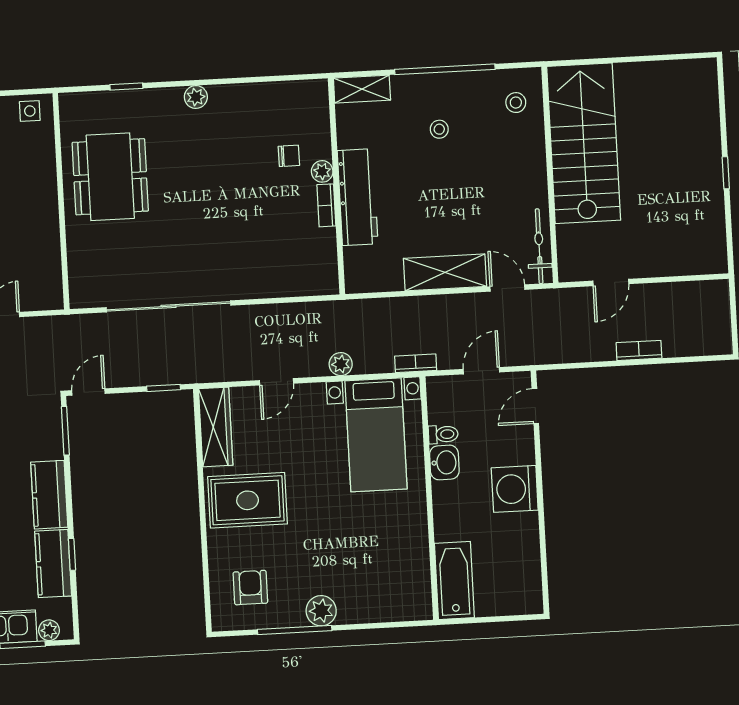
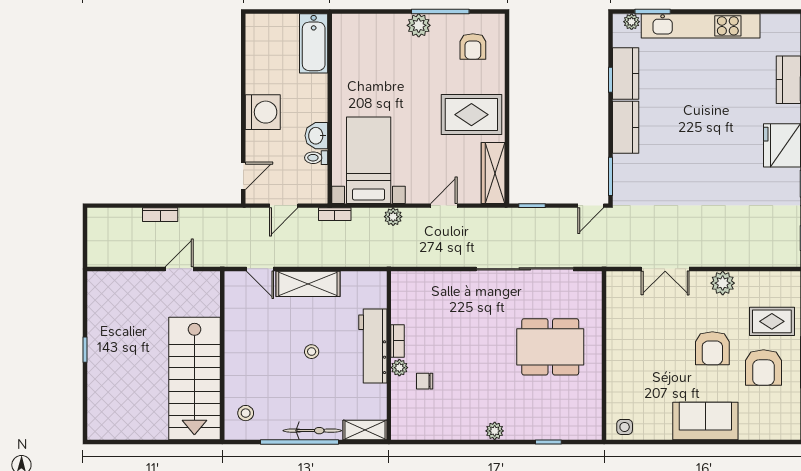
stool: (439, 129) -> (312, 352), moved
dining table: (110, 177) -> (550, 347), moved, turned 90
bicycle: (539, 246) -> (312, 431), moved, turned -90

